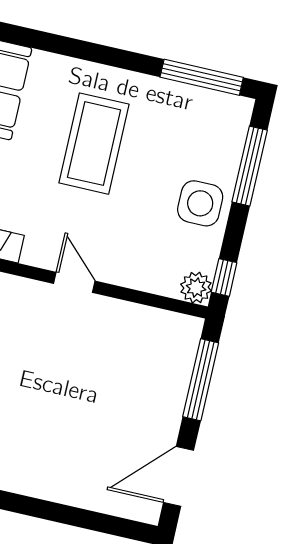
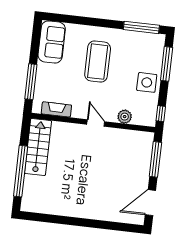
plant: (196, 288) -> (125, 117), moved

